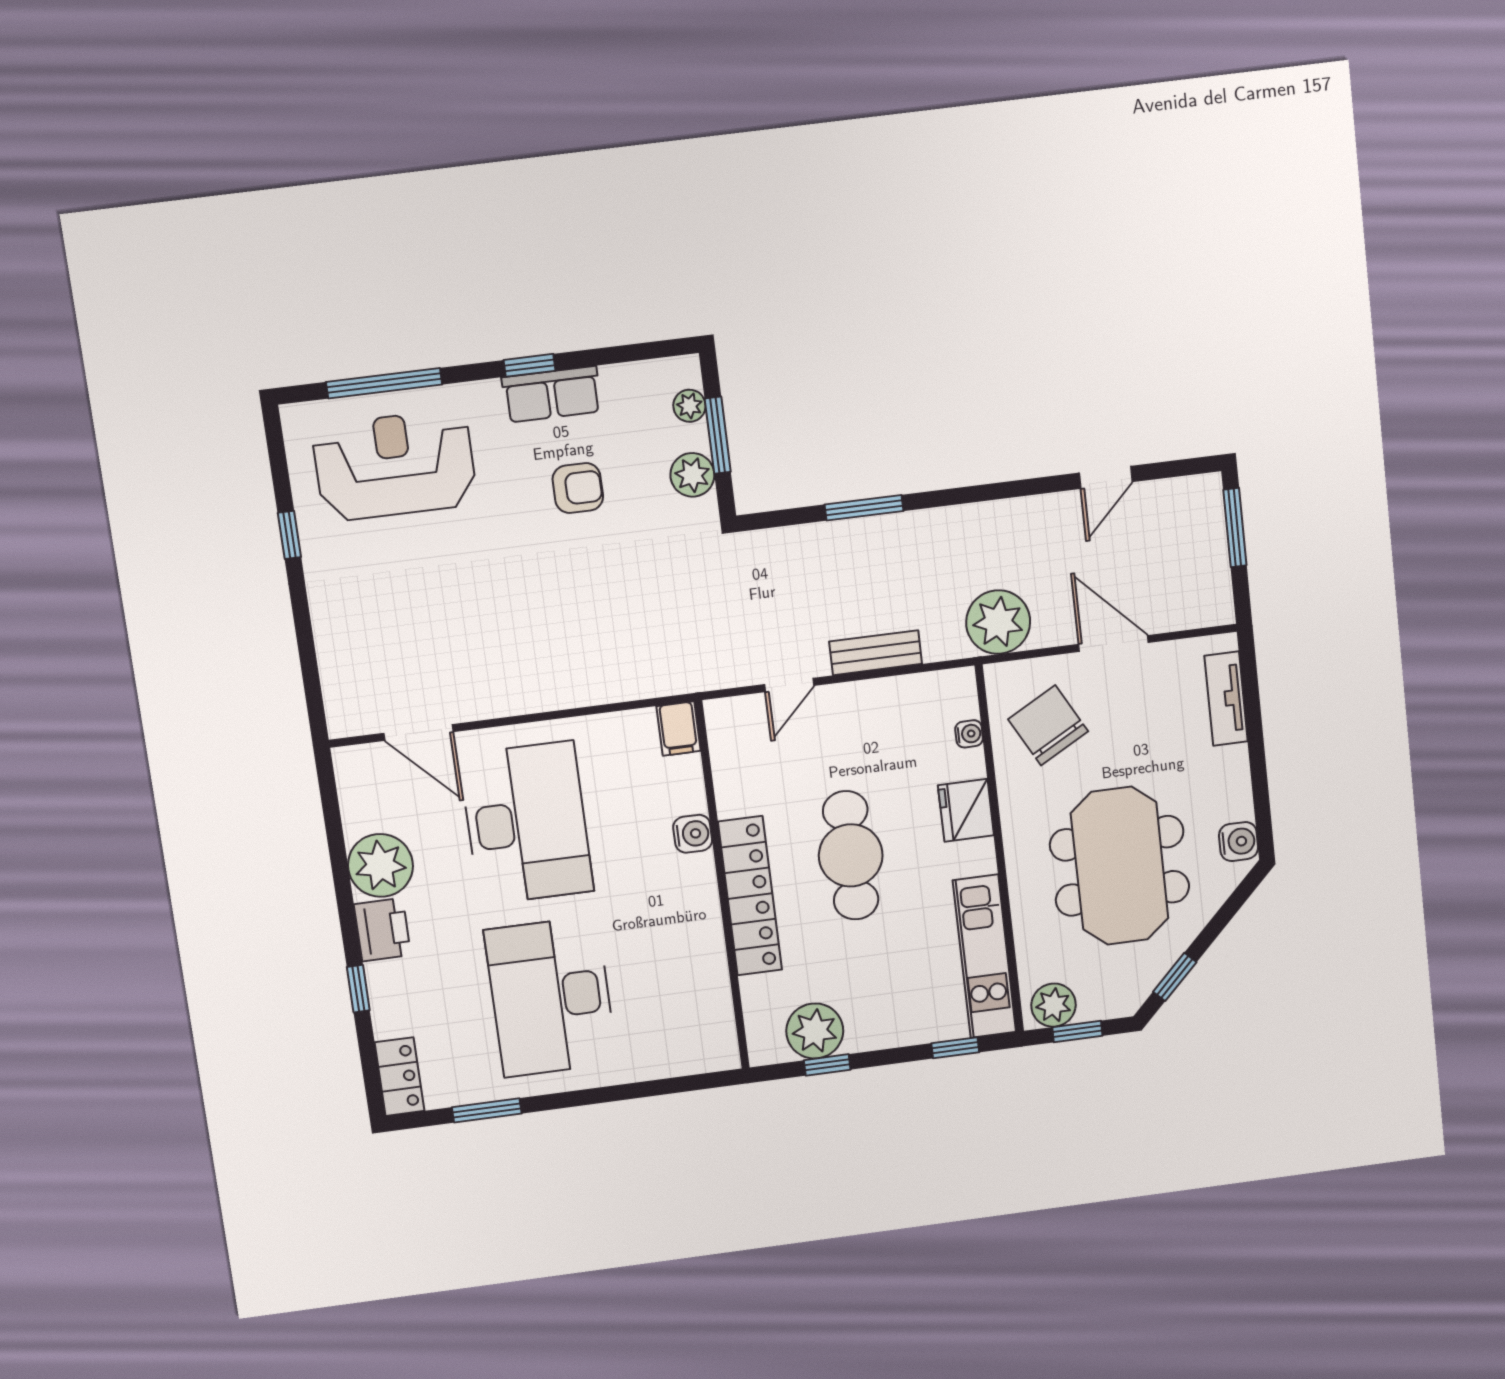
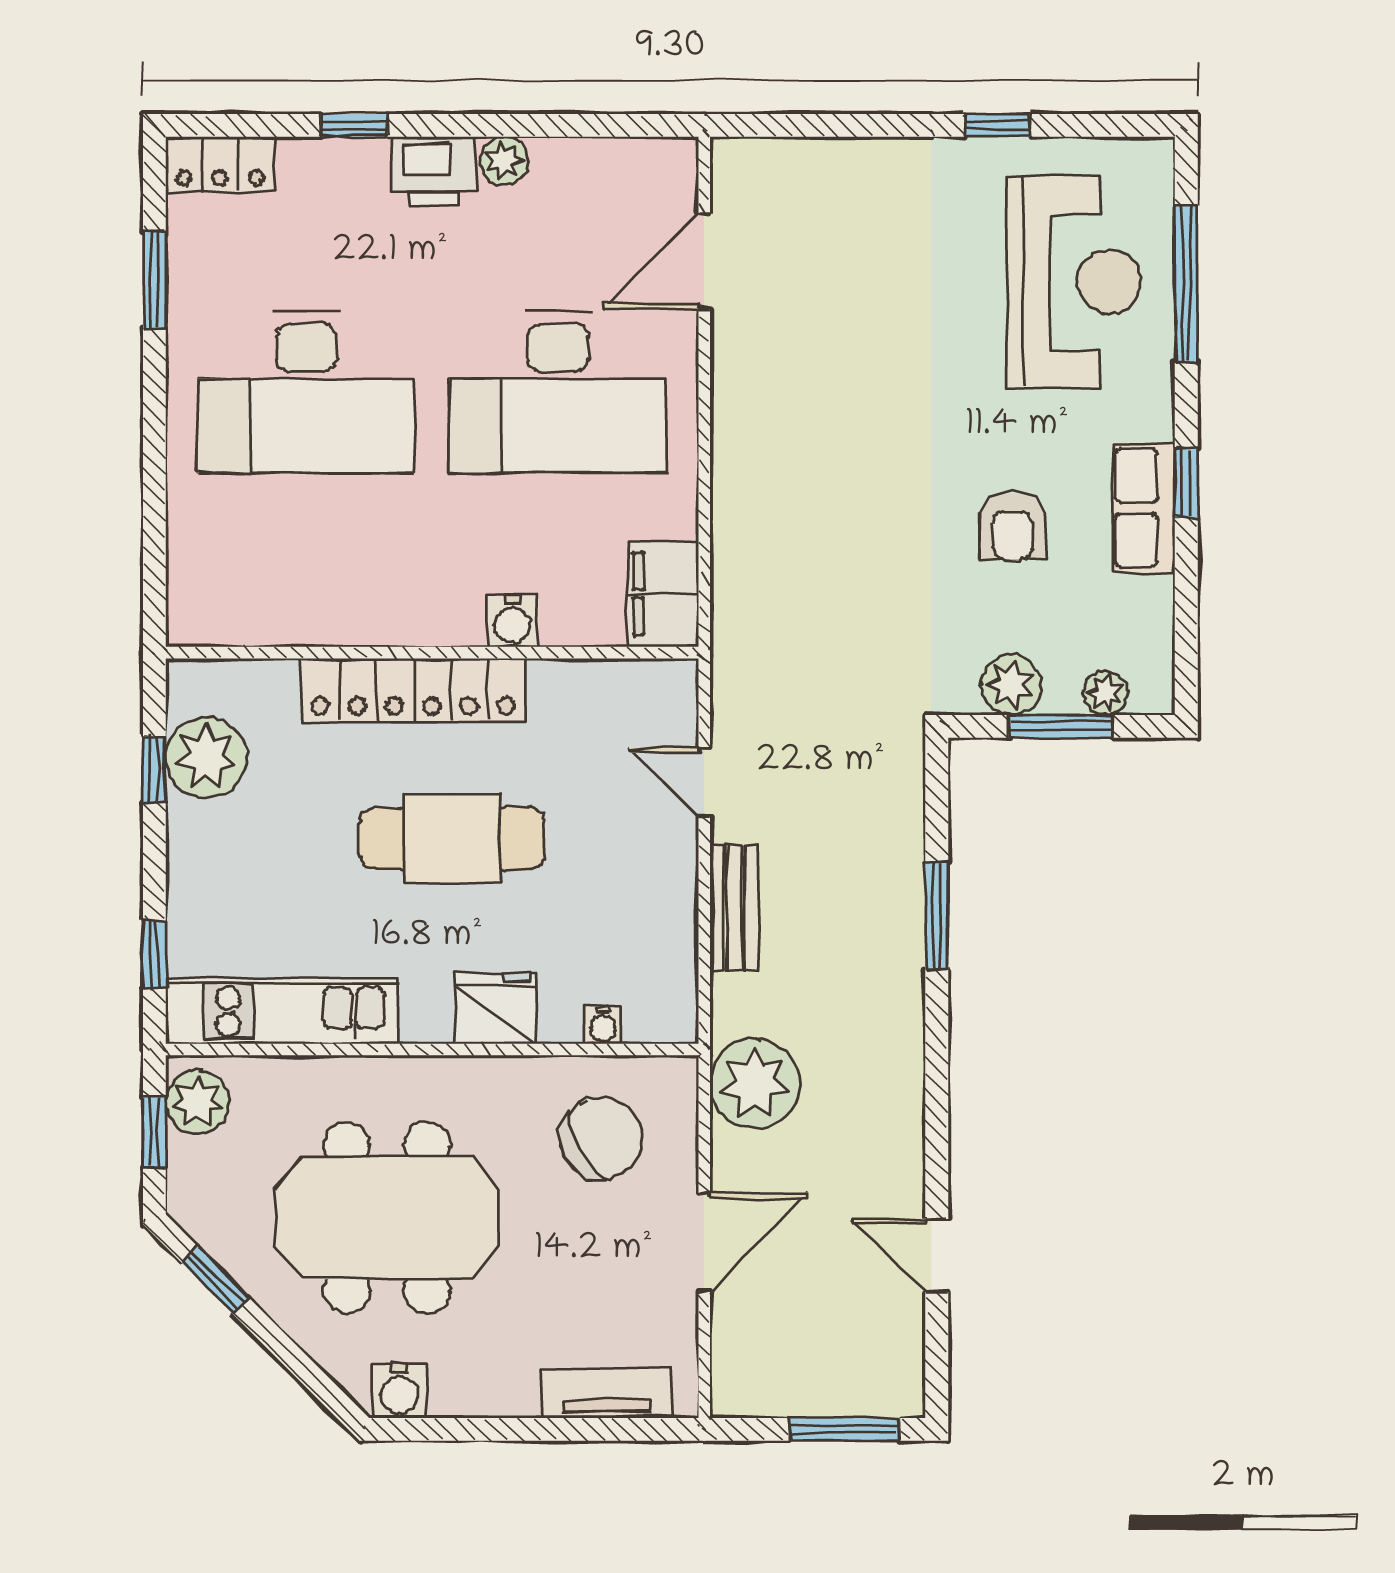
filing cabinet: (678, 729) -> (663, 594), width x2.00
plant: (380, 865) -> (504, 161), width x0.53, depth x0.53
desk: (551, 997) -> (306, 392), turned 180

